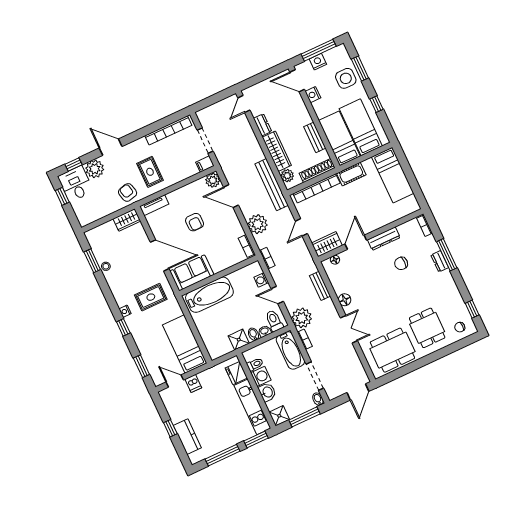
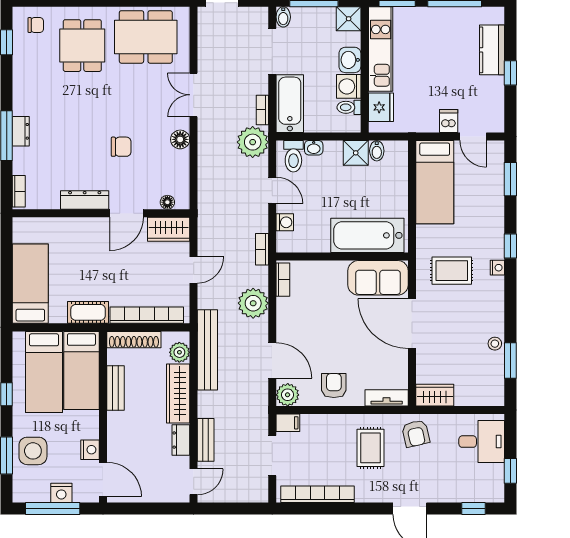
plant: (95, 169) -> (446, 488), removed
desk: (76, 184) -> (482, 442), moved, turned -90
armchair: (195, 222) -> (334, 386), moved
chair: (401, 263) -> (121, 147), moved
bench: (320, 286) -> (206, 440), moved
bidet: (253, 334) -> (377, 151), moved

